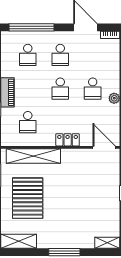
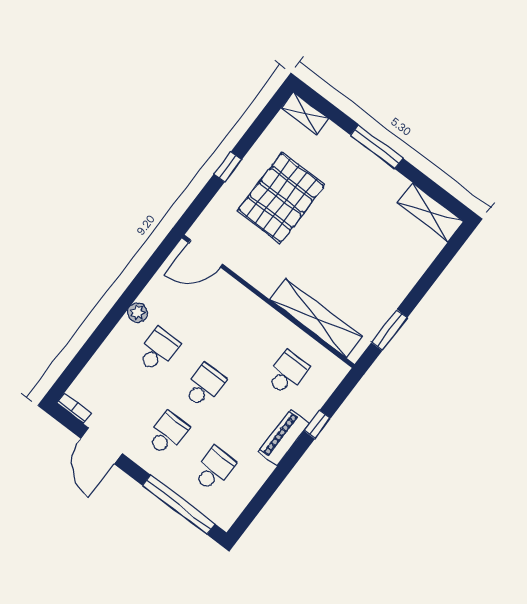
locker: (68, 140) -> (250, 304), removed
door: (104, 147) -> (205, 253), hinge flipped
pallet: (28, 198) -> (281, 198), moved

